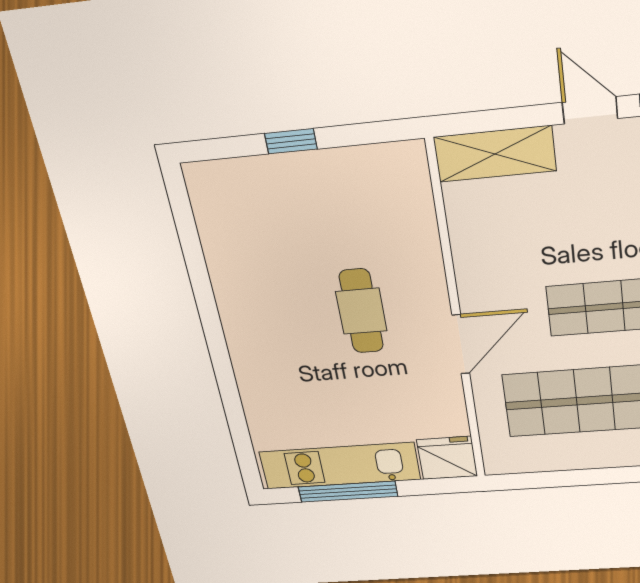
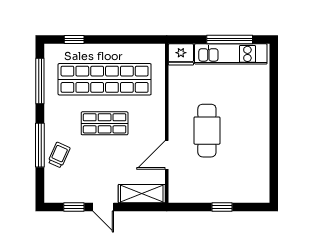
cafe table: (361, 311) -> (207, 131), width x1.37, depth x1.35
door: (461, 344) -> (167, 155), moved

